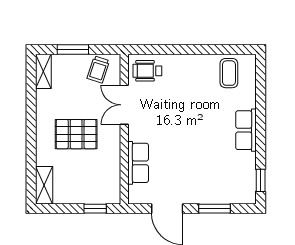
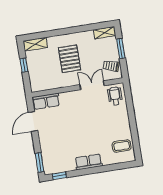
row of seats: (138, 163) -> (46, 101), moved
window: (95, 209) -> (24, 65), moved
window: (215, 209) -> (40, 163), moved

